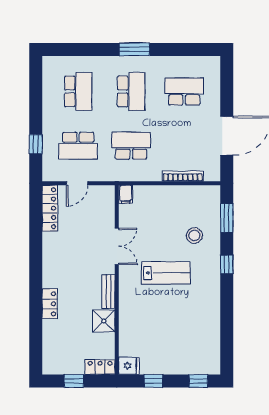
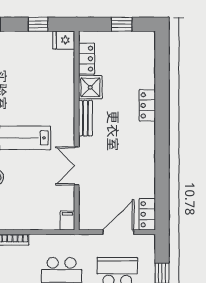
door: (77, 183) -> (118, 232), width x1.38
locker: (50, 208) -> (147, 214), width x0.66
locker: (100, 367) -> (87, 59), moved, turned -90

